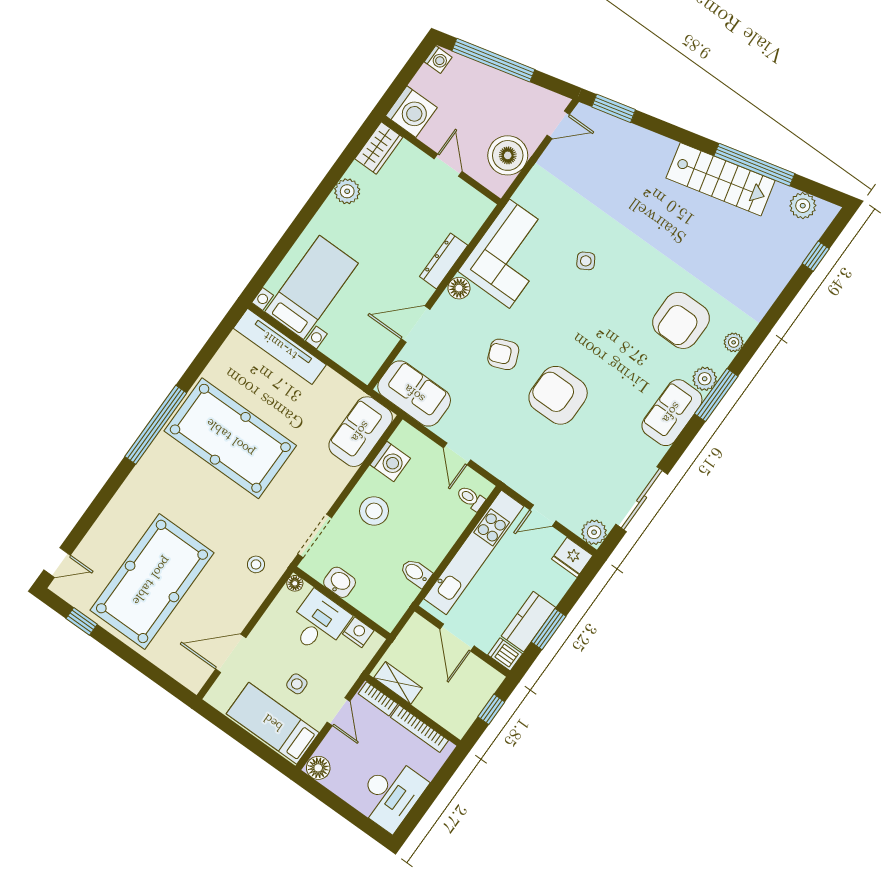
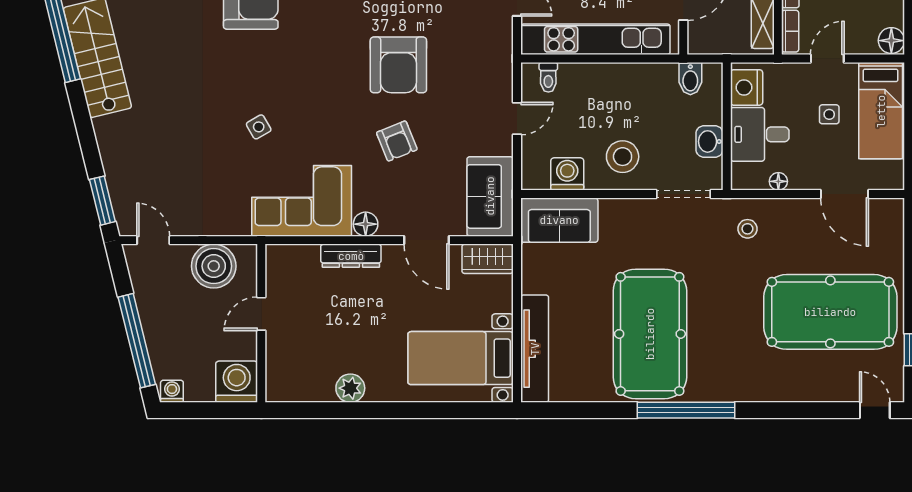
wardrobe: (379, 148) -> (488, 259), moved, turned 180
bidet: (416, 573) -> (690, 79), moved
floor lamp: (295, 583) -> (778, 181), moved
nightstand: (358, 632) -> (747, 87), width x1.36, depth x1.33

